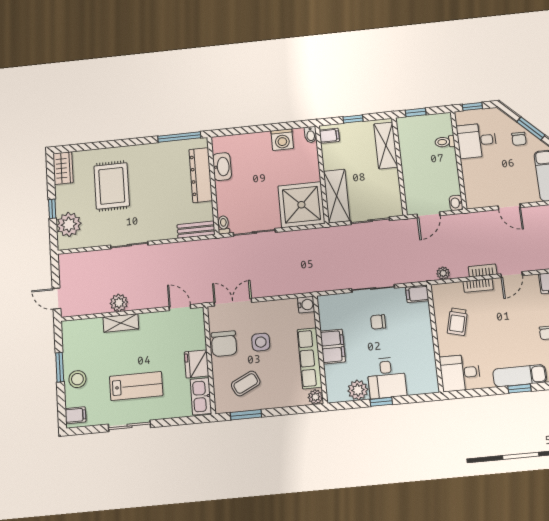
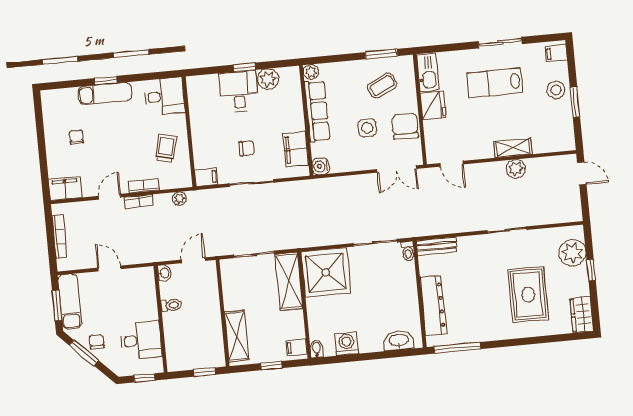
toilet: (445, 142) -> (171, 305), moved
washbasin: (222, 167) -> (399, 341), moved, turned 90
filing cabinet: (333, 347) -> (296, 149), moved

